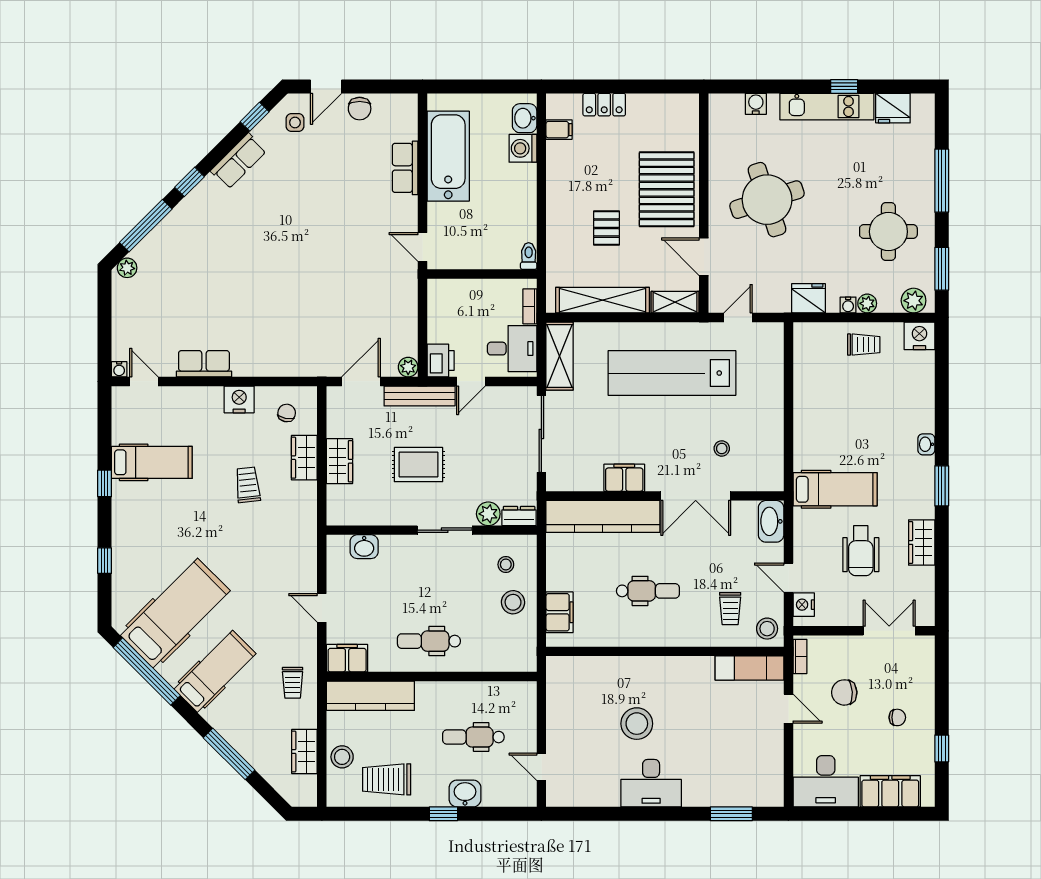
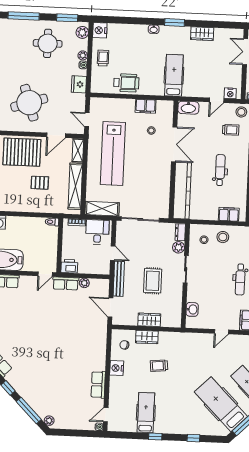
row of seats: (405, 289) -> (66, 283), added
printer: (441, 361) -> (69, 266), moved
plant: (408, 367) -> (84, 283), moved
filing cabinet: (624, 478) -> (146, 106), moved, turned -90
wheelchair: (861, 551) -> (126, 83), moved

